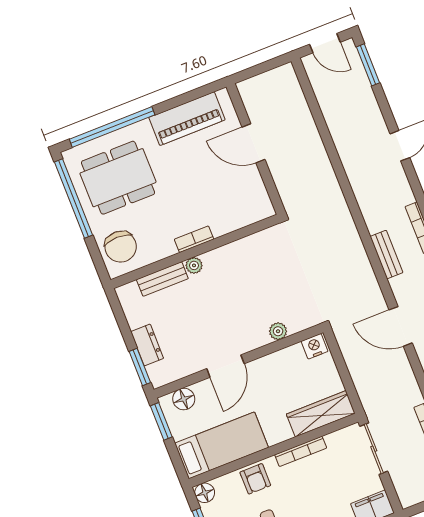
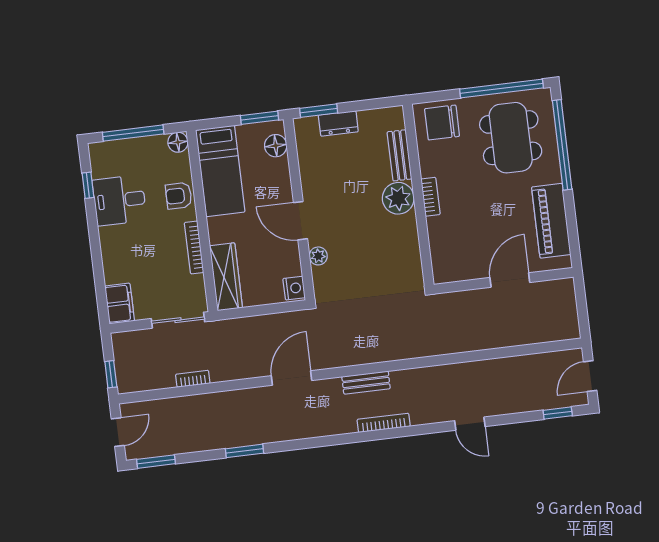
window: (368, 65) -> (558, 413), width x0.67
plant: (194, 265) -> (398, 198), width x1.88, depth x1.88
door: (225, 366) -> (300, 221), moved

